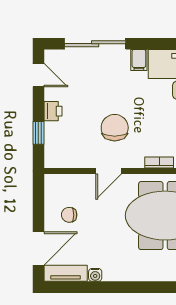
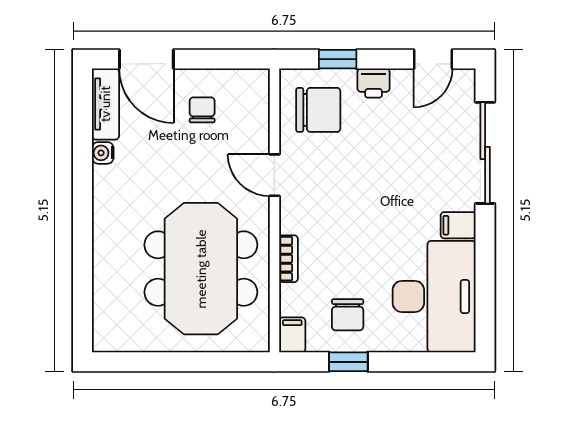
chair: (115, 128) -> (318, 110), moved

